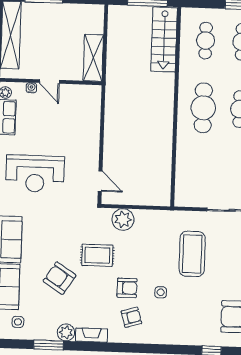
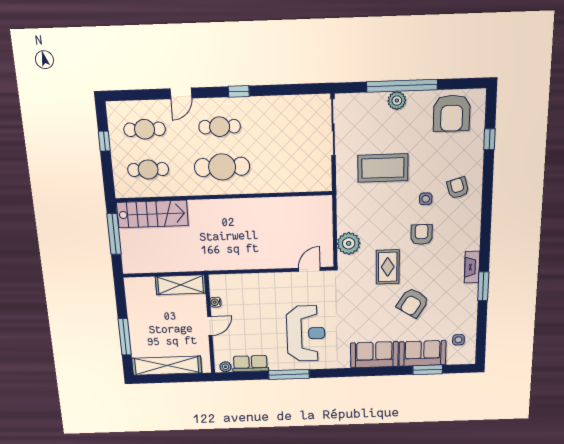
water cooler: (31, 88) -> (216, 302), moved
armchair: (131, 317) -> (458, 188), moved
plant: (66, 332) -> (469, 293), removed
window: (49, 345) -> (483, 286), moved

